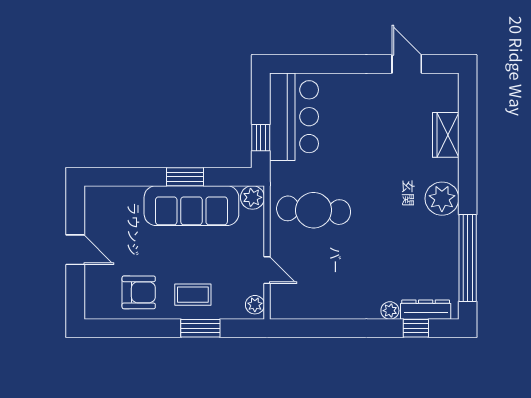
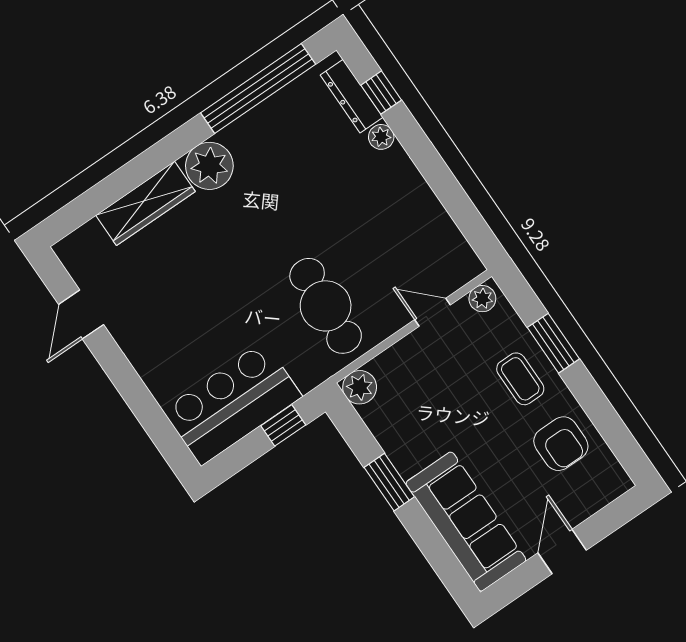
wardrobe: (446, 135) -> (145, 203), width x1.50
sofa: (191, 206) -> (466, 522), moved
door: (267, 270) -> (432, 312), hinge flipped
armchair: (139, 292) -> (561, 444), turned 180

